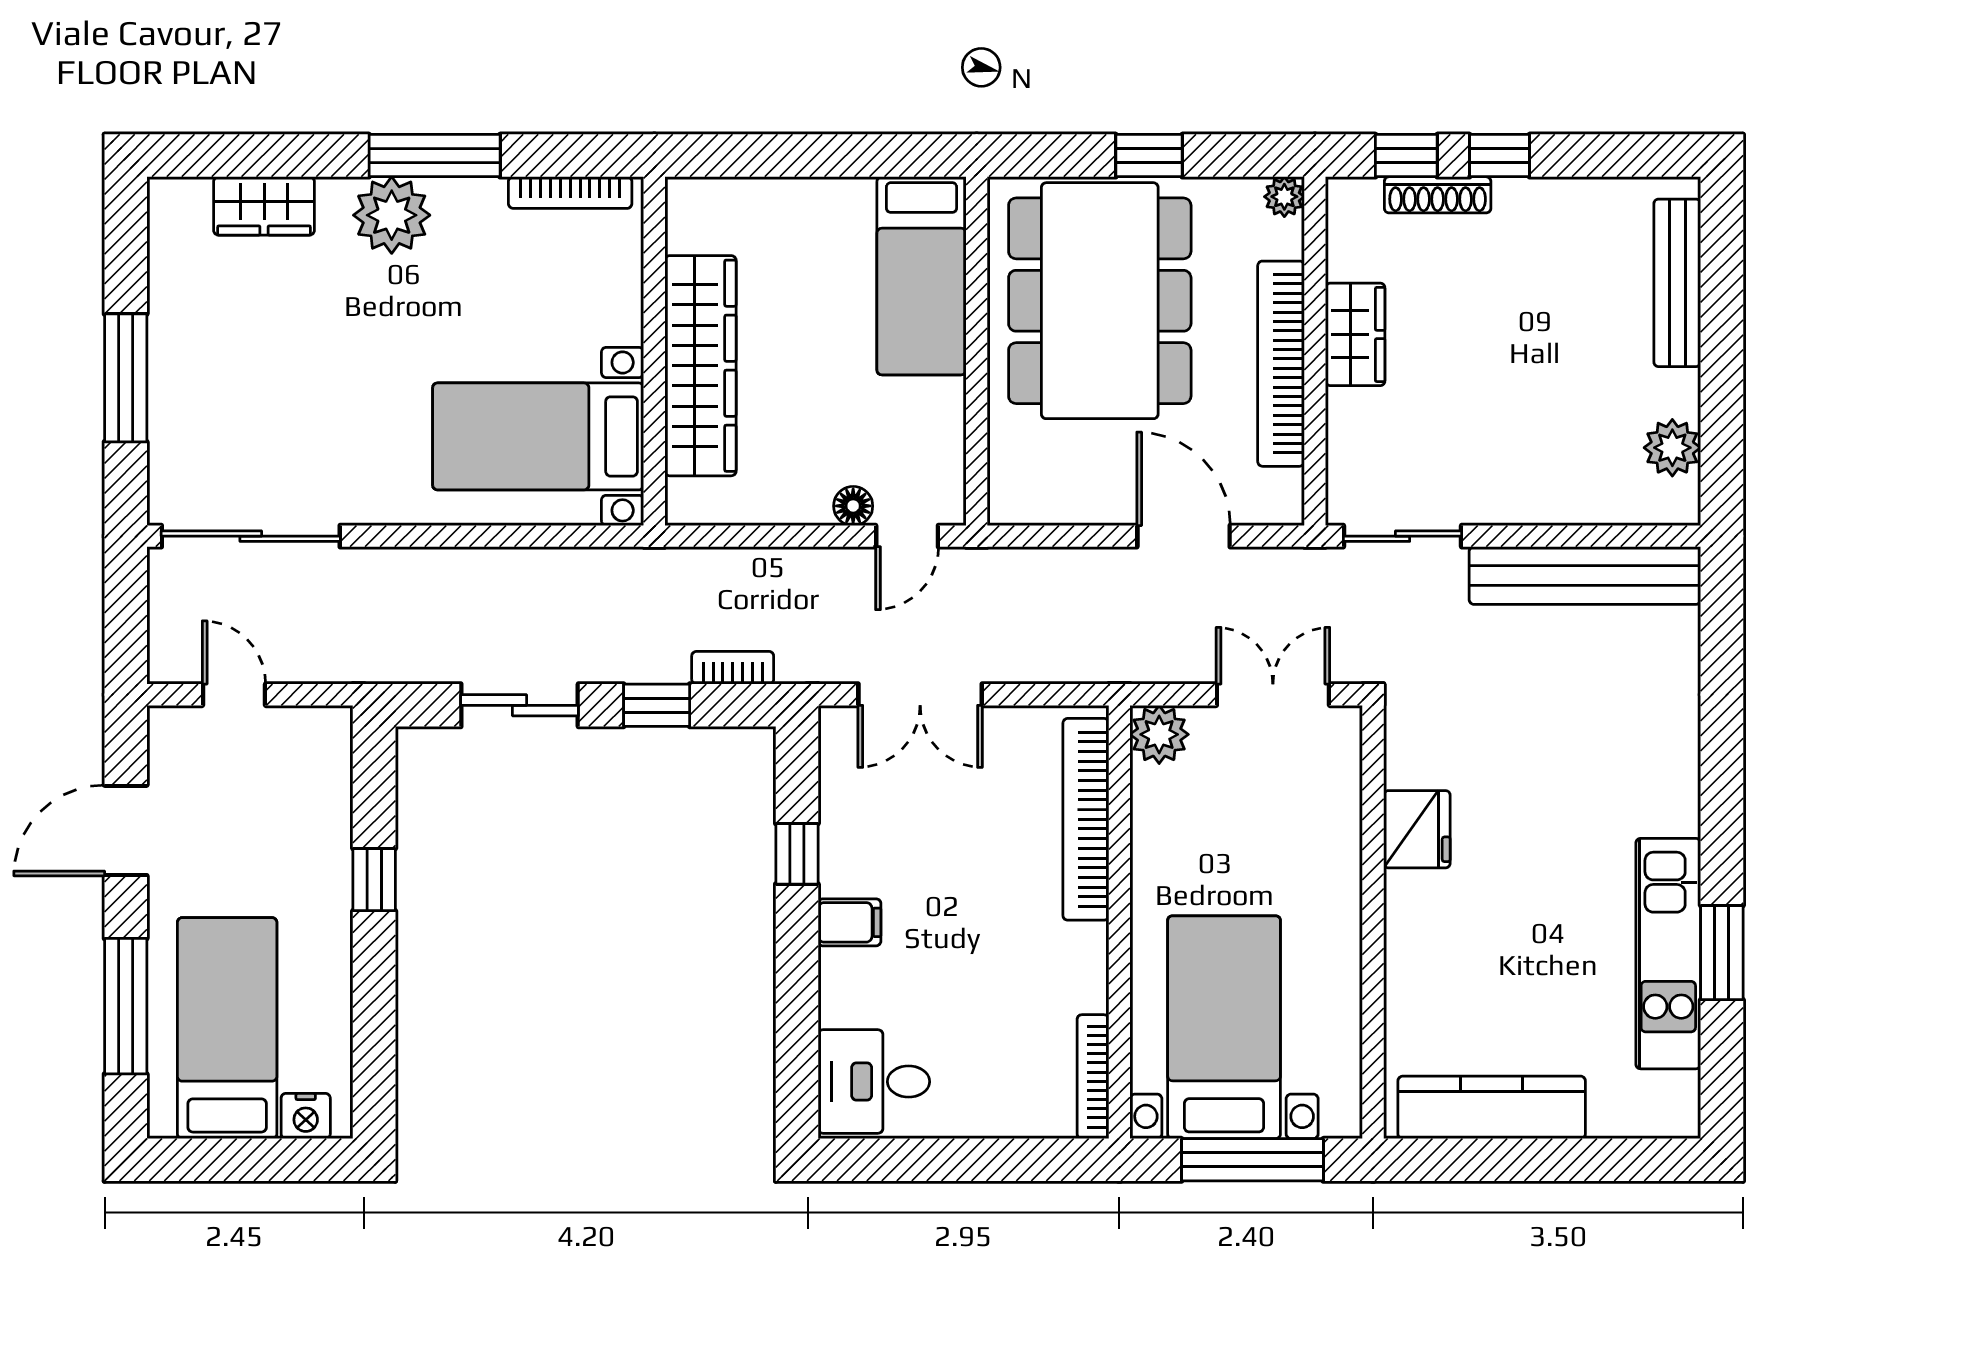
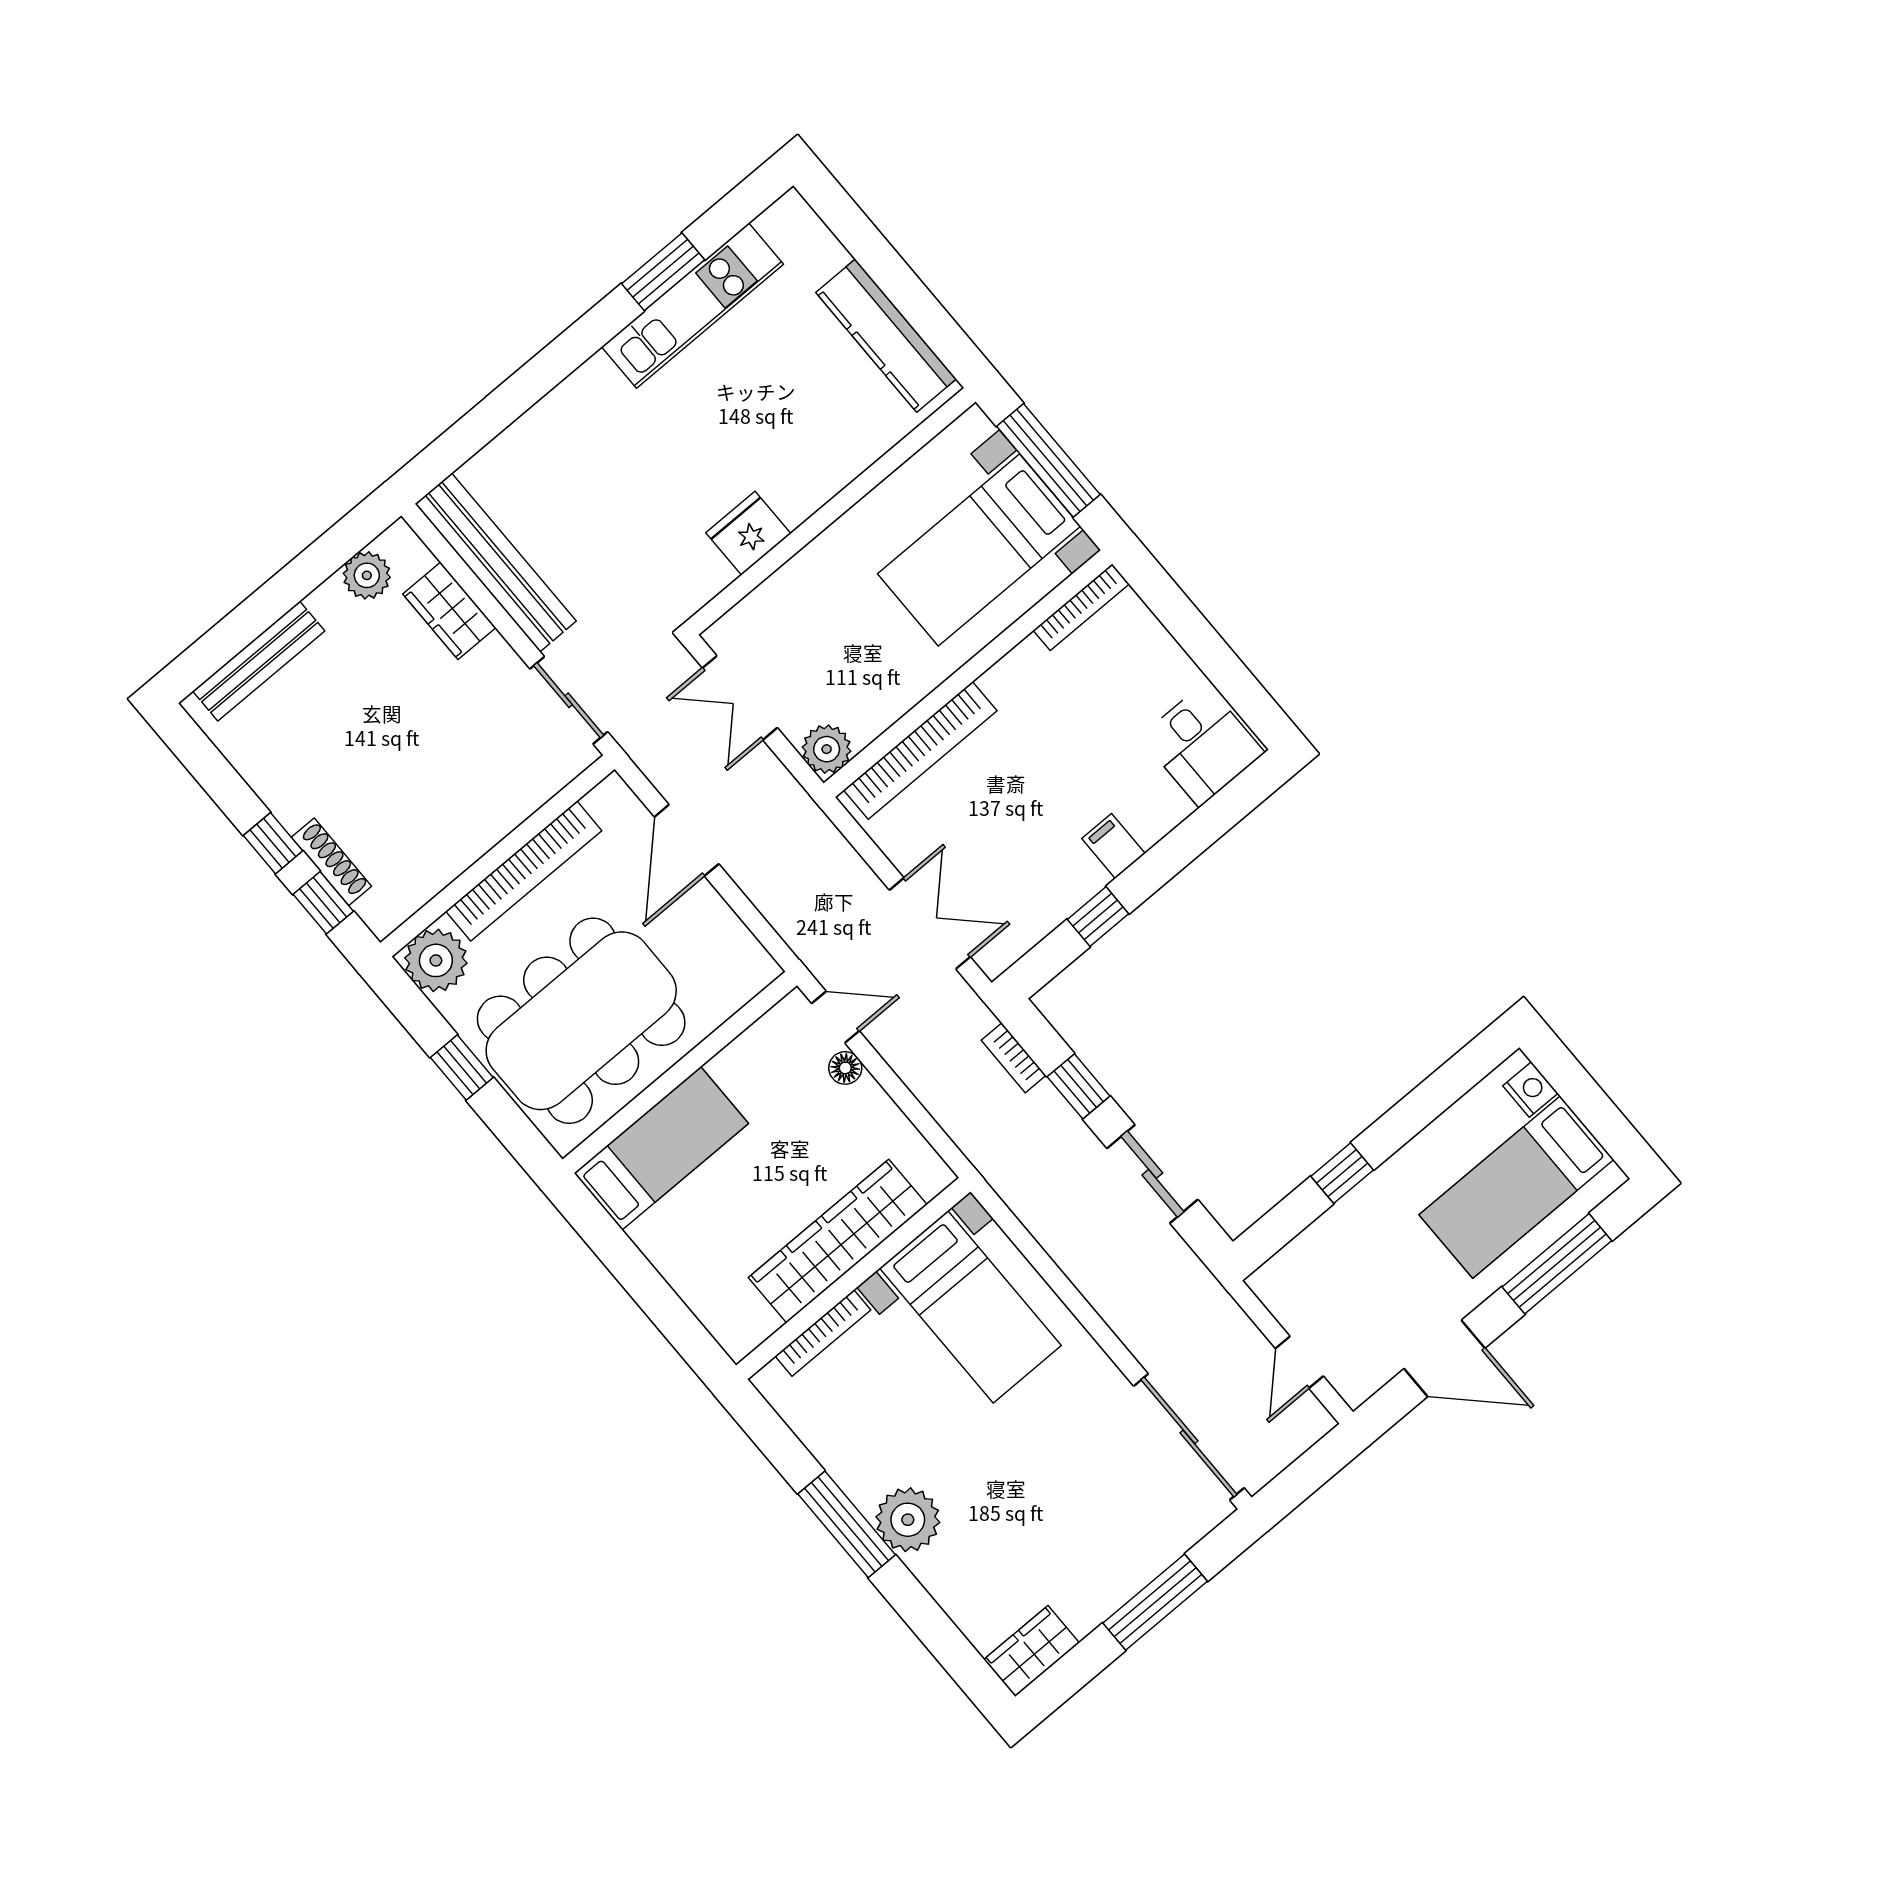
bookcase: (570, 193) -> (823, 1333), moved, turned 90
plant: (1284, 197) -> (436, 960), width x1.88, depth x1.88
wardrobe: (264, 206) -> (1032, 1651), moved, turned -90
wardrobe: (1355, 334) -> (449, 611), moved, turned -90

